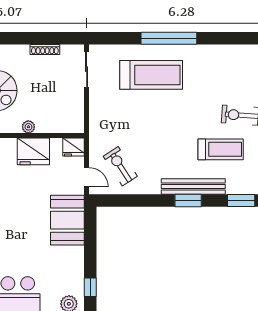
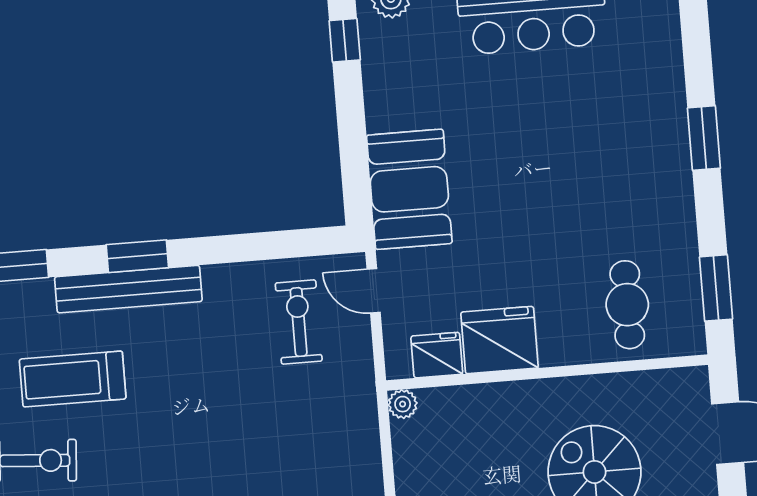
plant: (28, 127) -> (403, 404), moved
fridge: (74, 147) -> (437, 355), moved
exercise bike: (120, 166) -> (299, 322), turned -147

